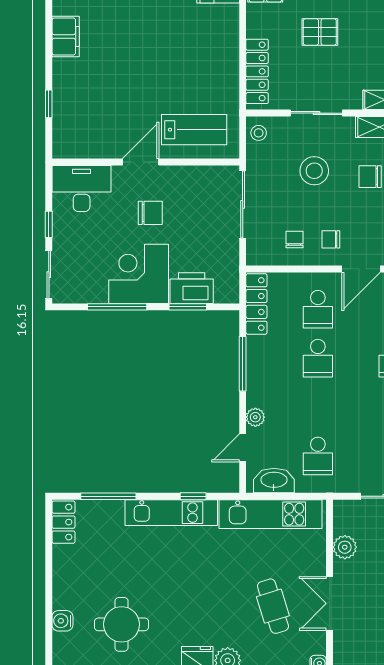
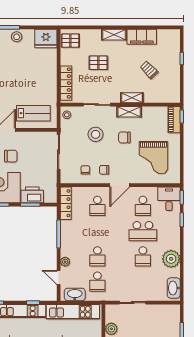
school desk: (318, 358) -> (97, 256), moved
door: (243, 448) -> (59, 278), hinge flipped

